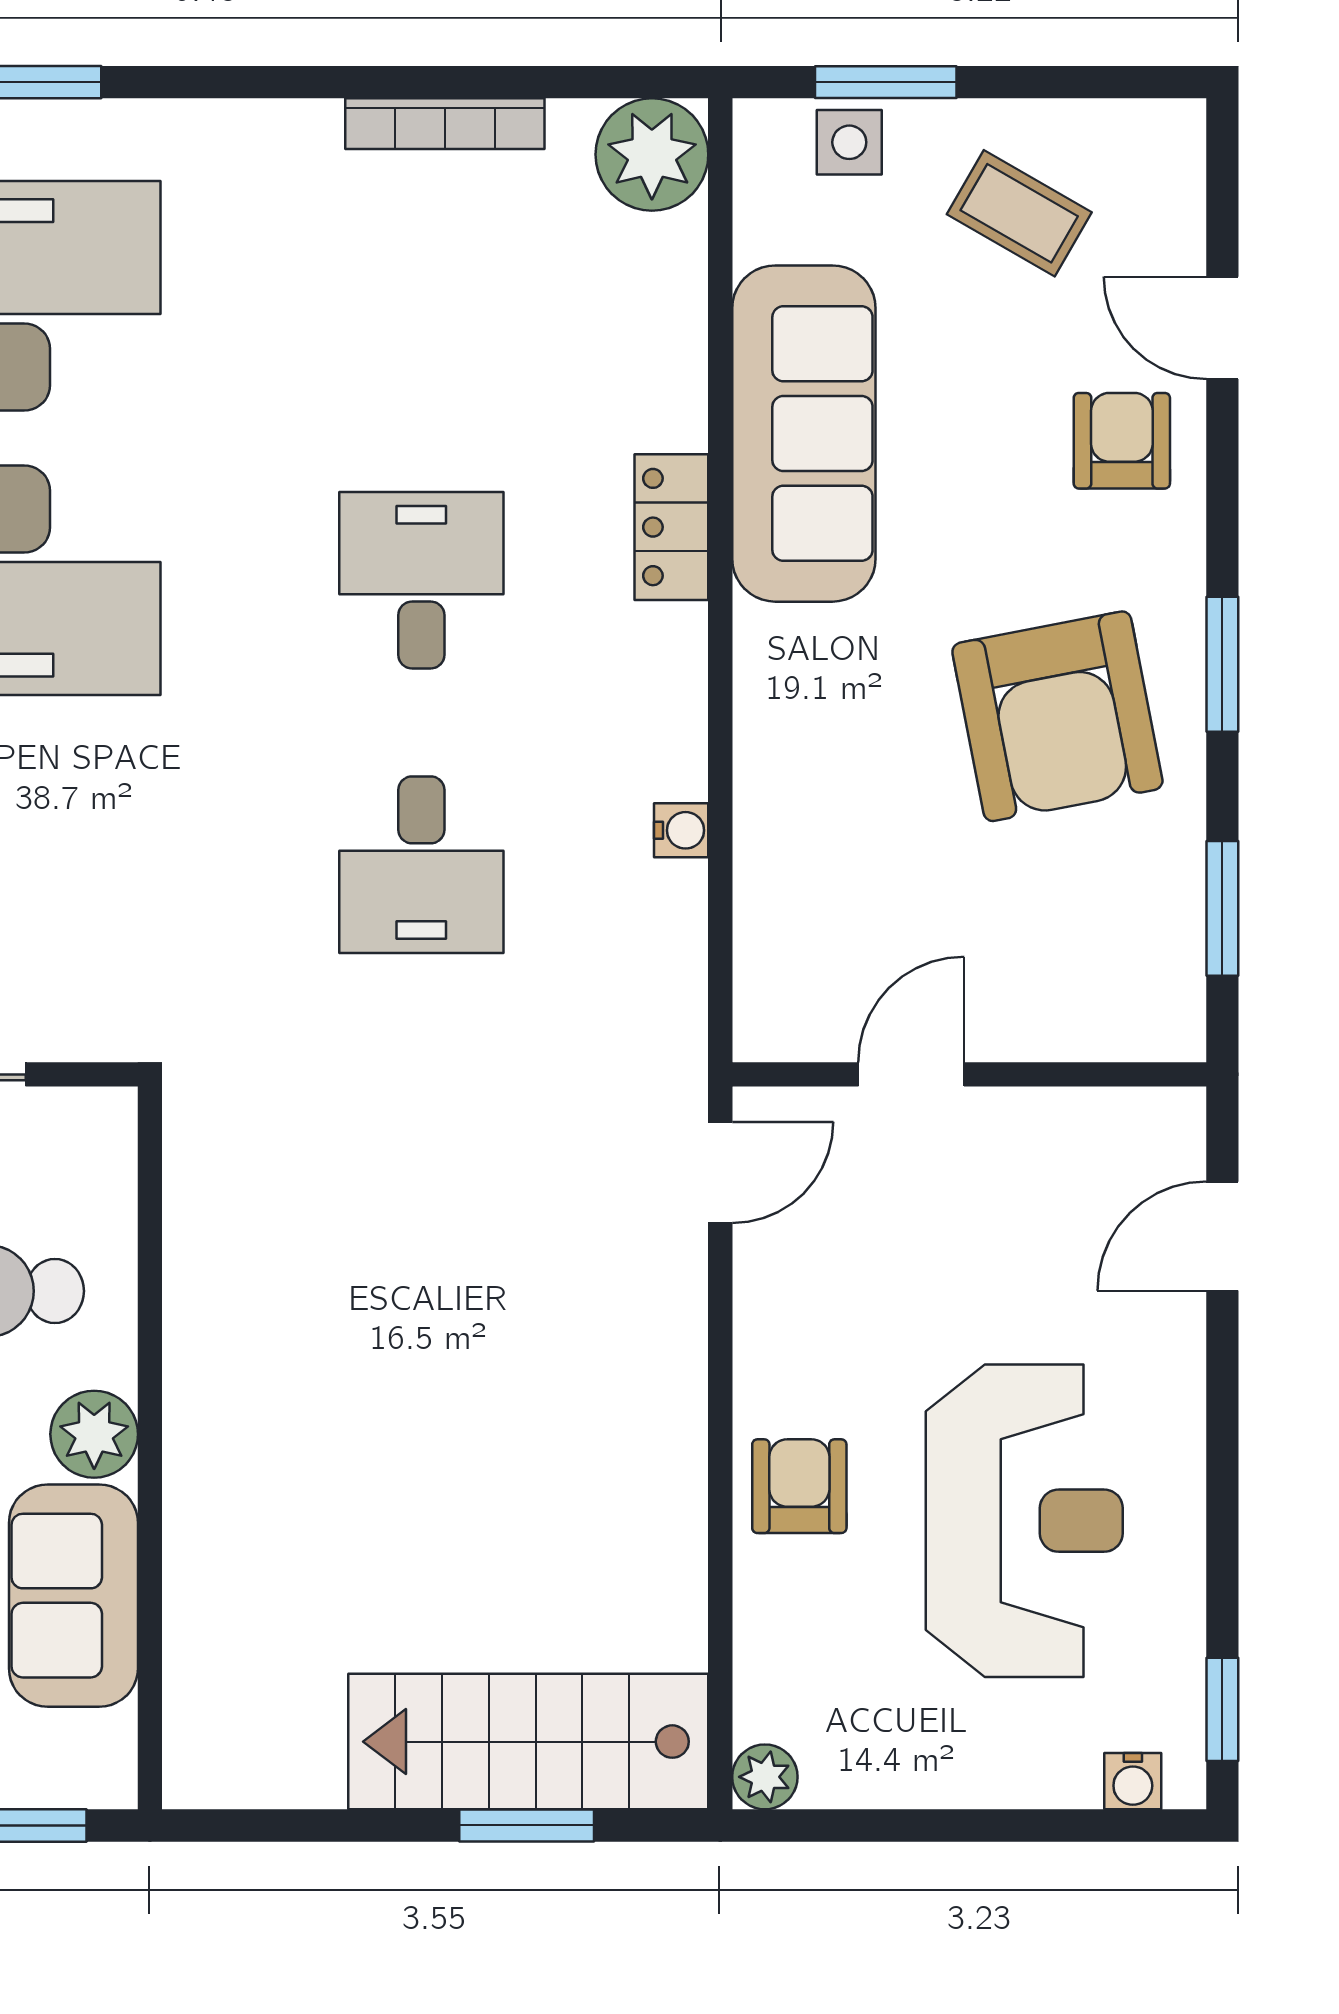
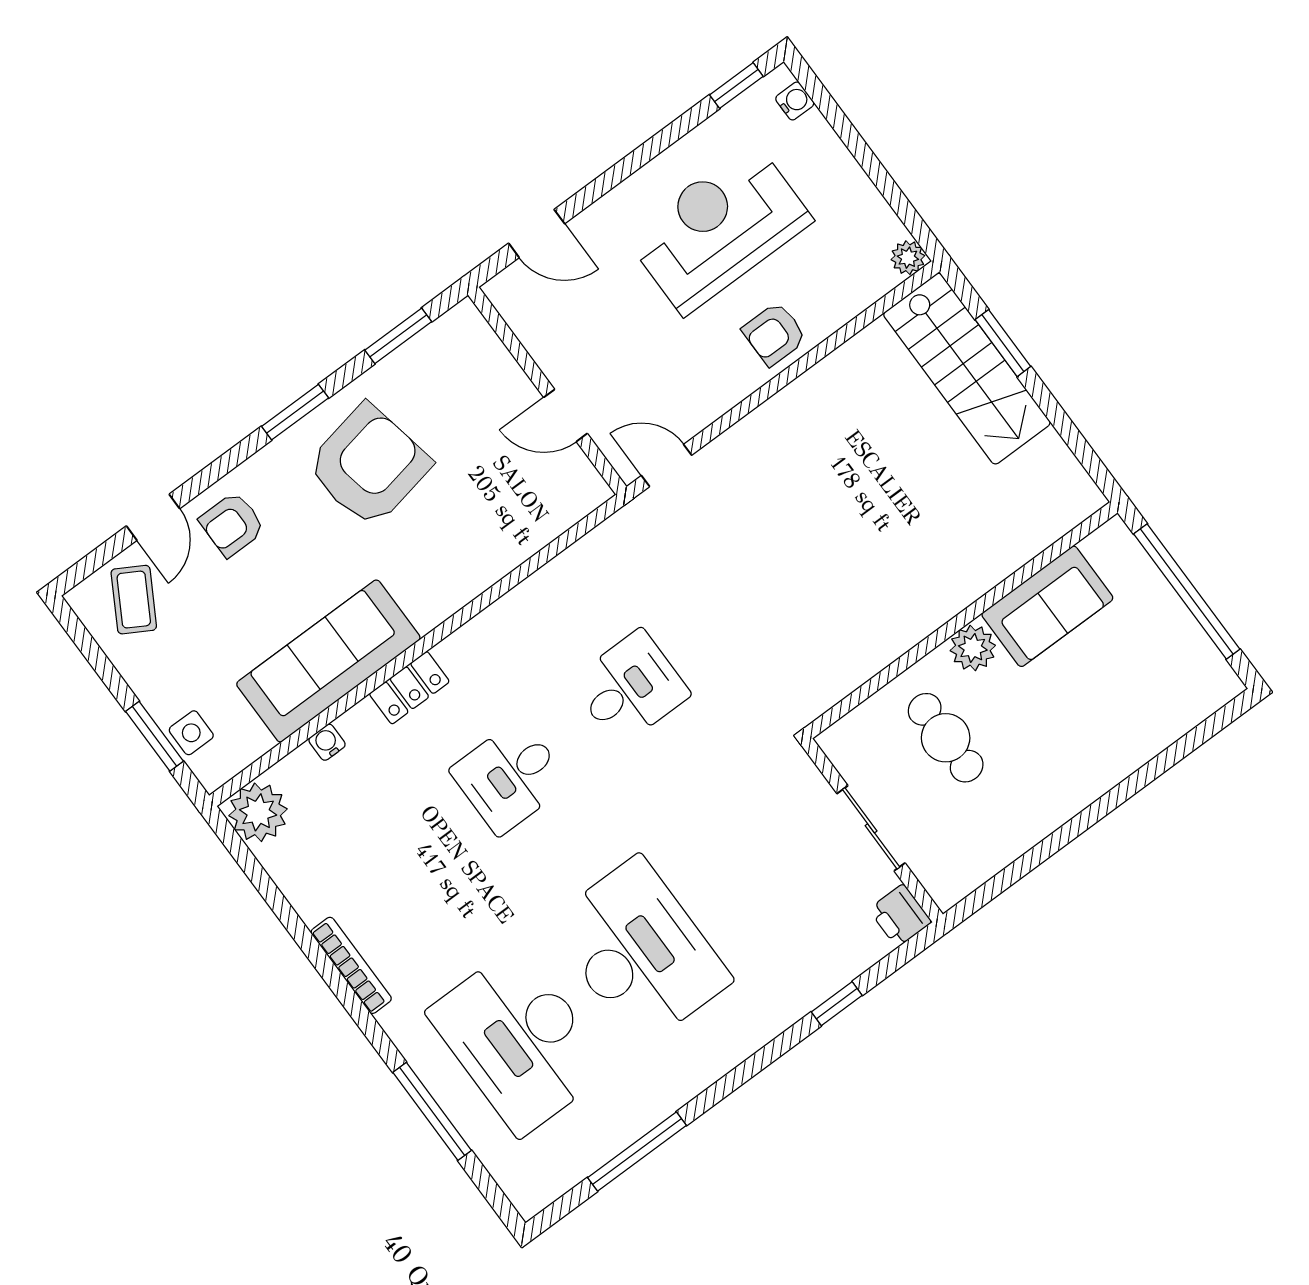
bookcase: (445, 124) -> (351, 965), moved
coffee table: (1019, 213) -> (134, 600), moved
water cooler: (681, 830) -> (327, 742), moved

